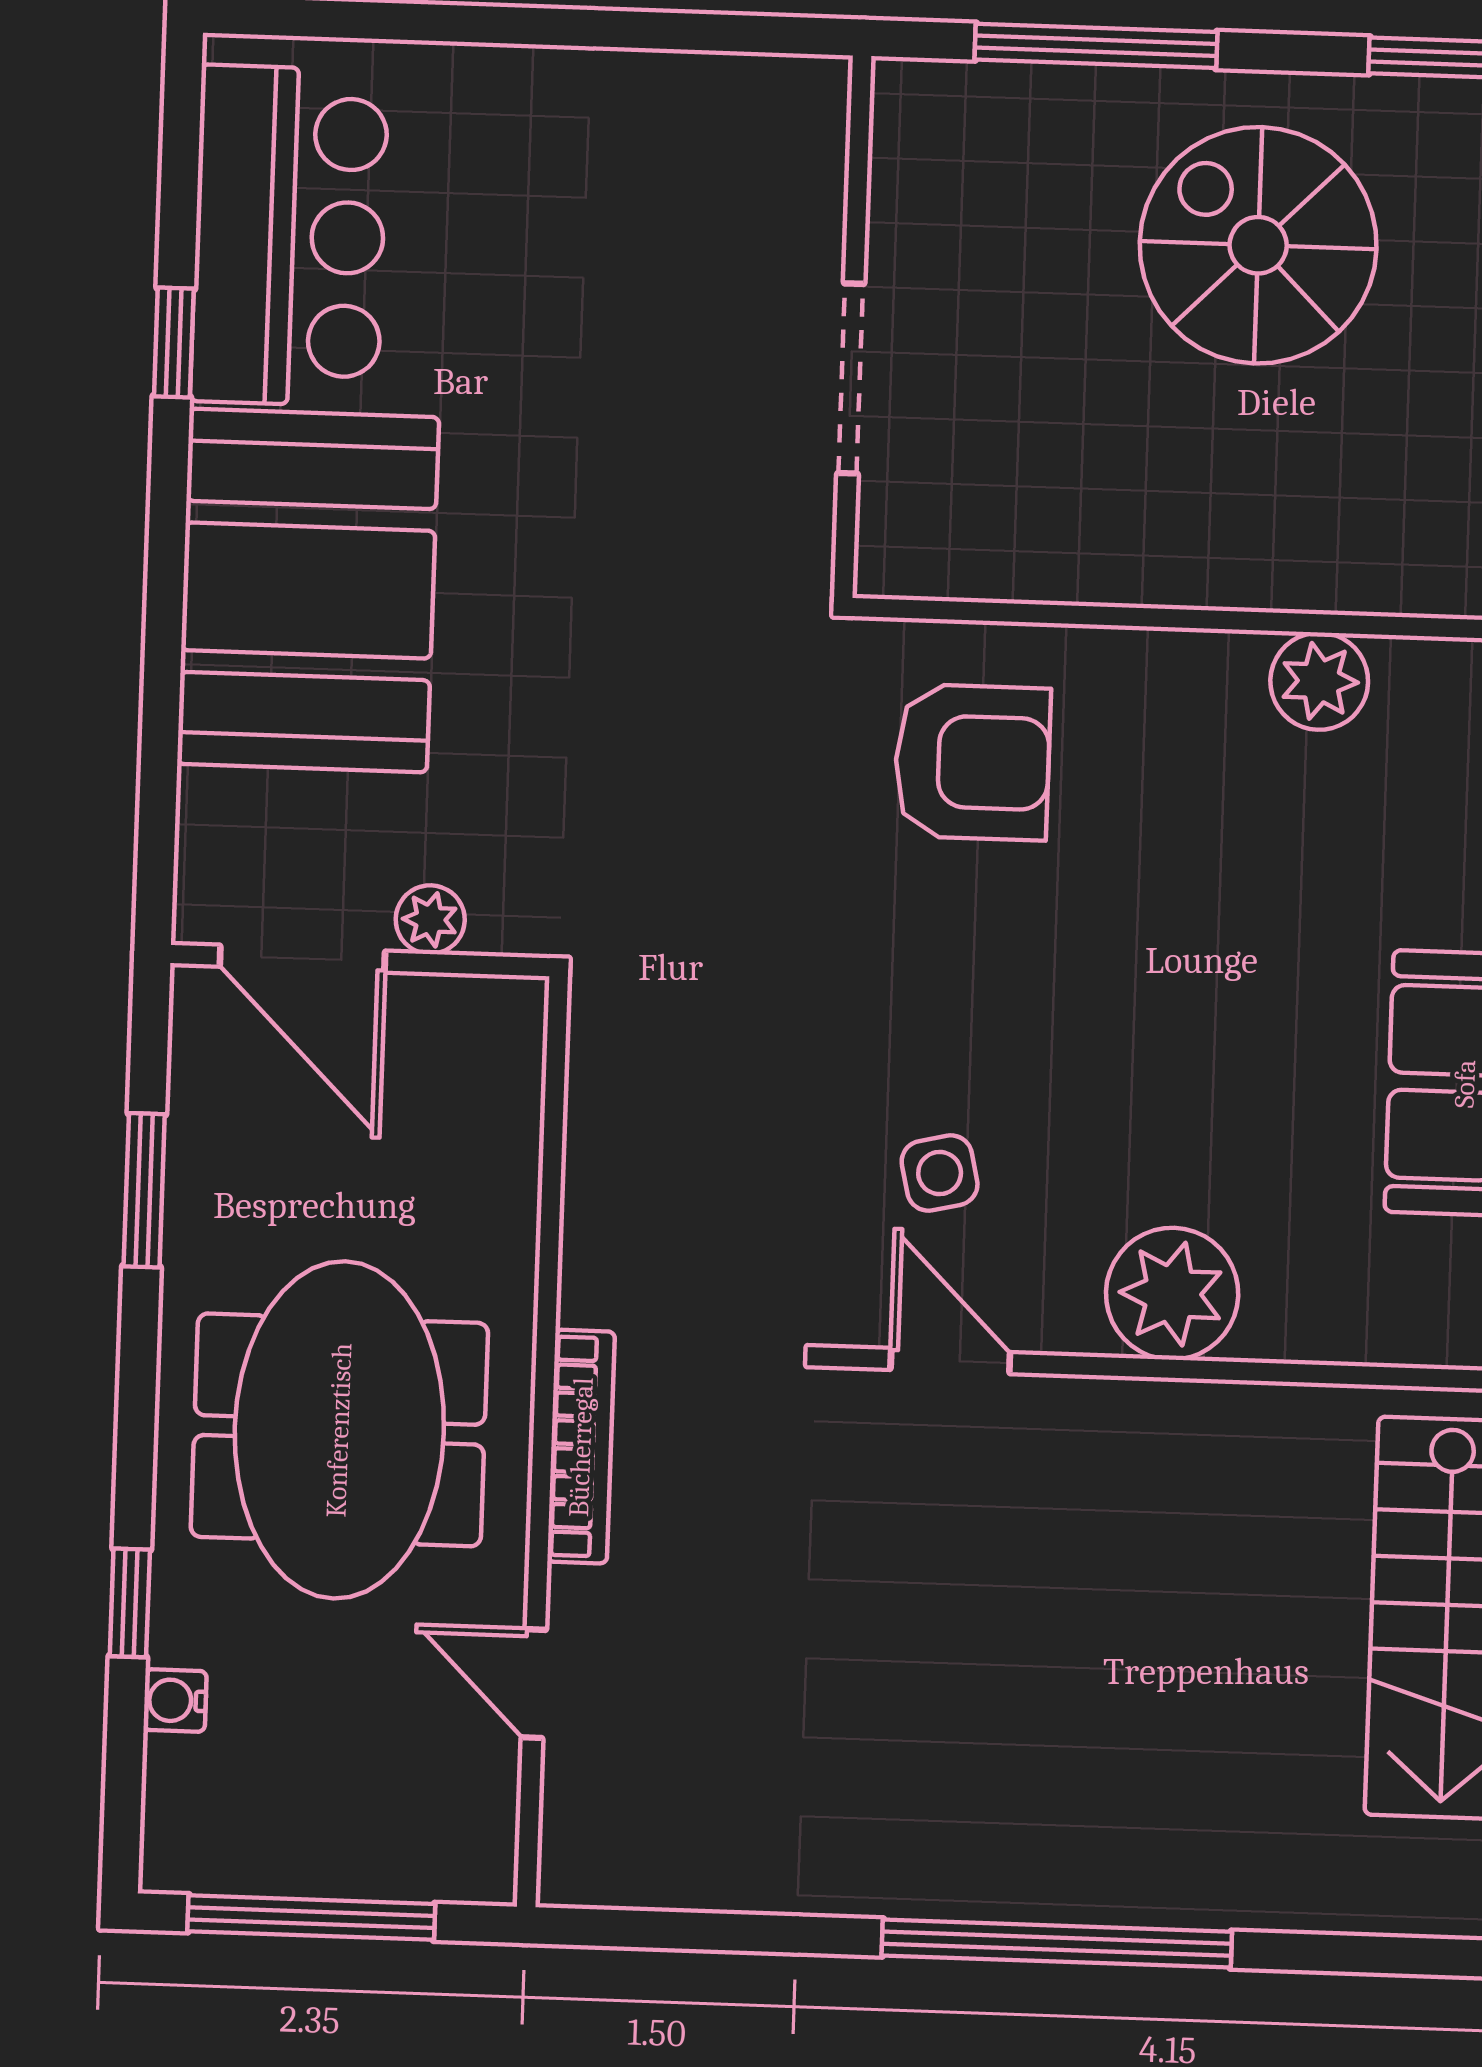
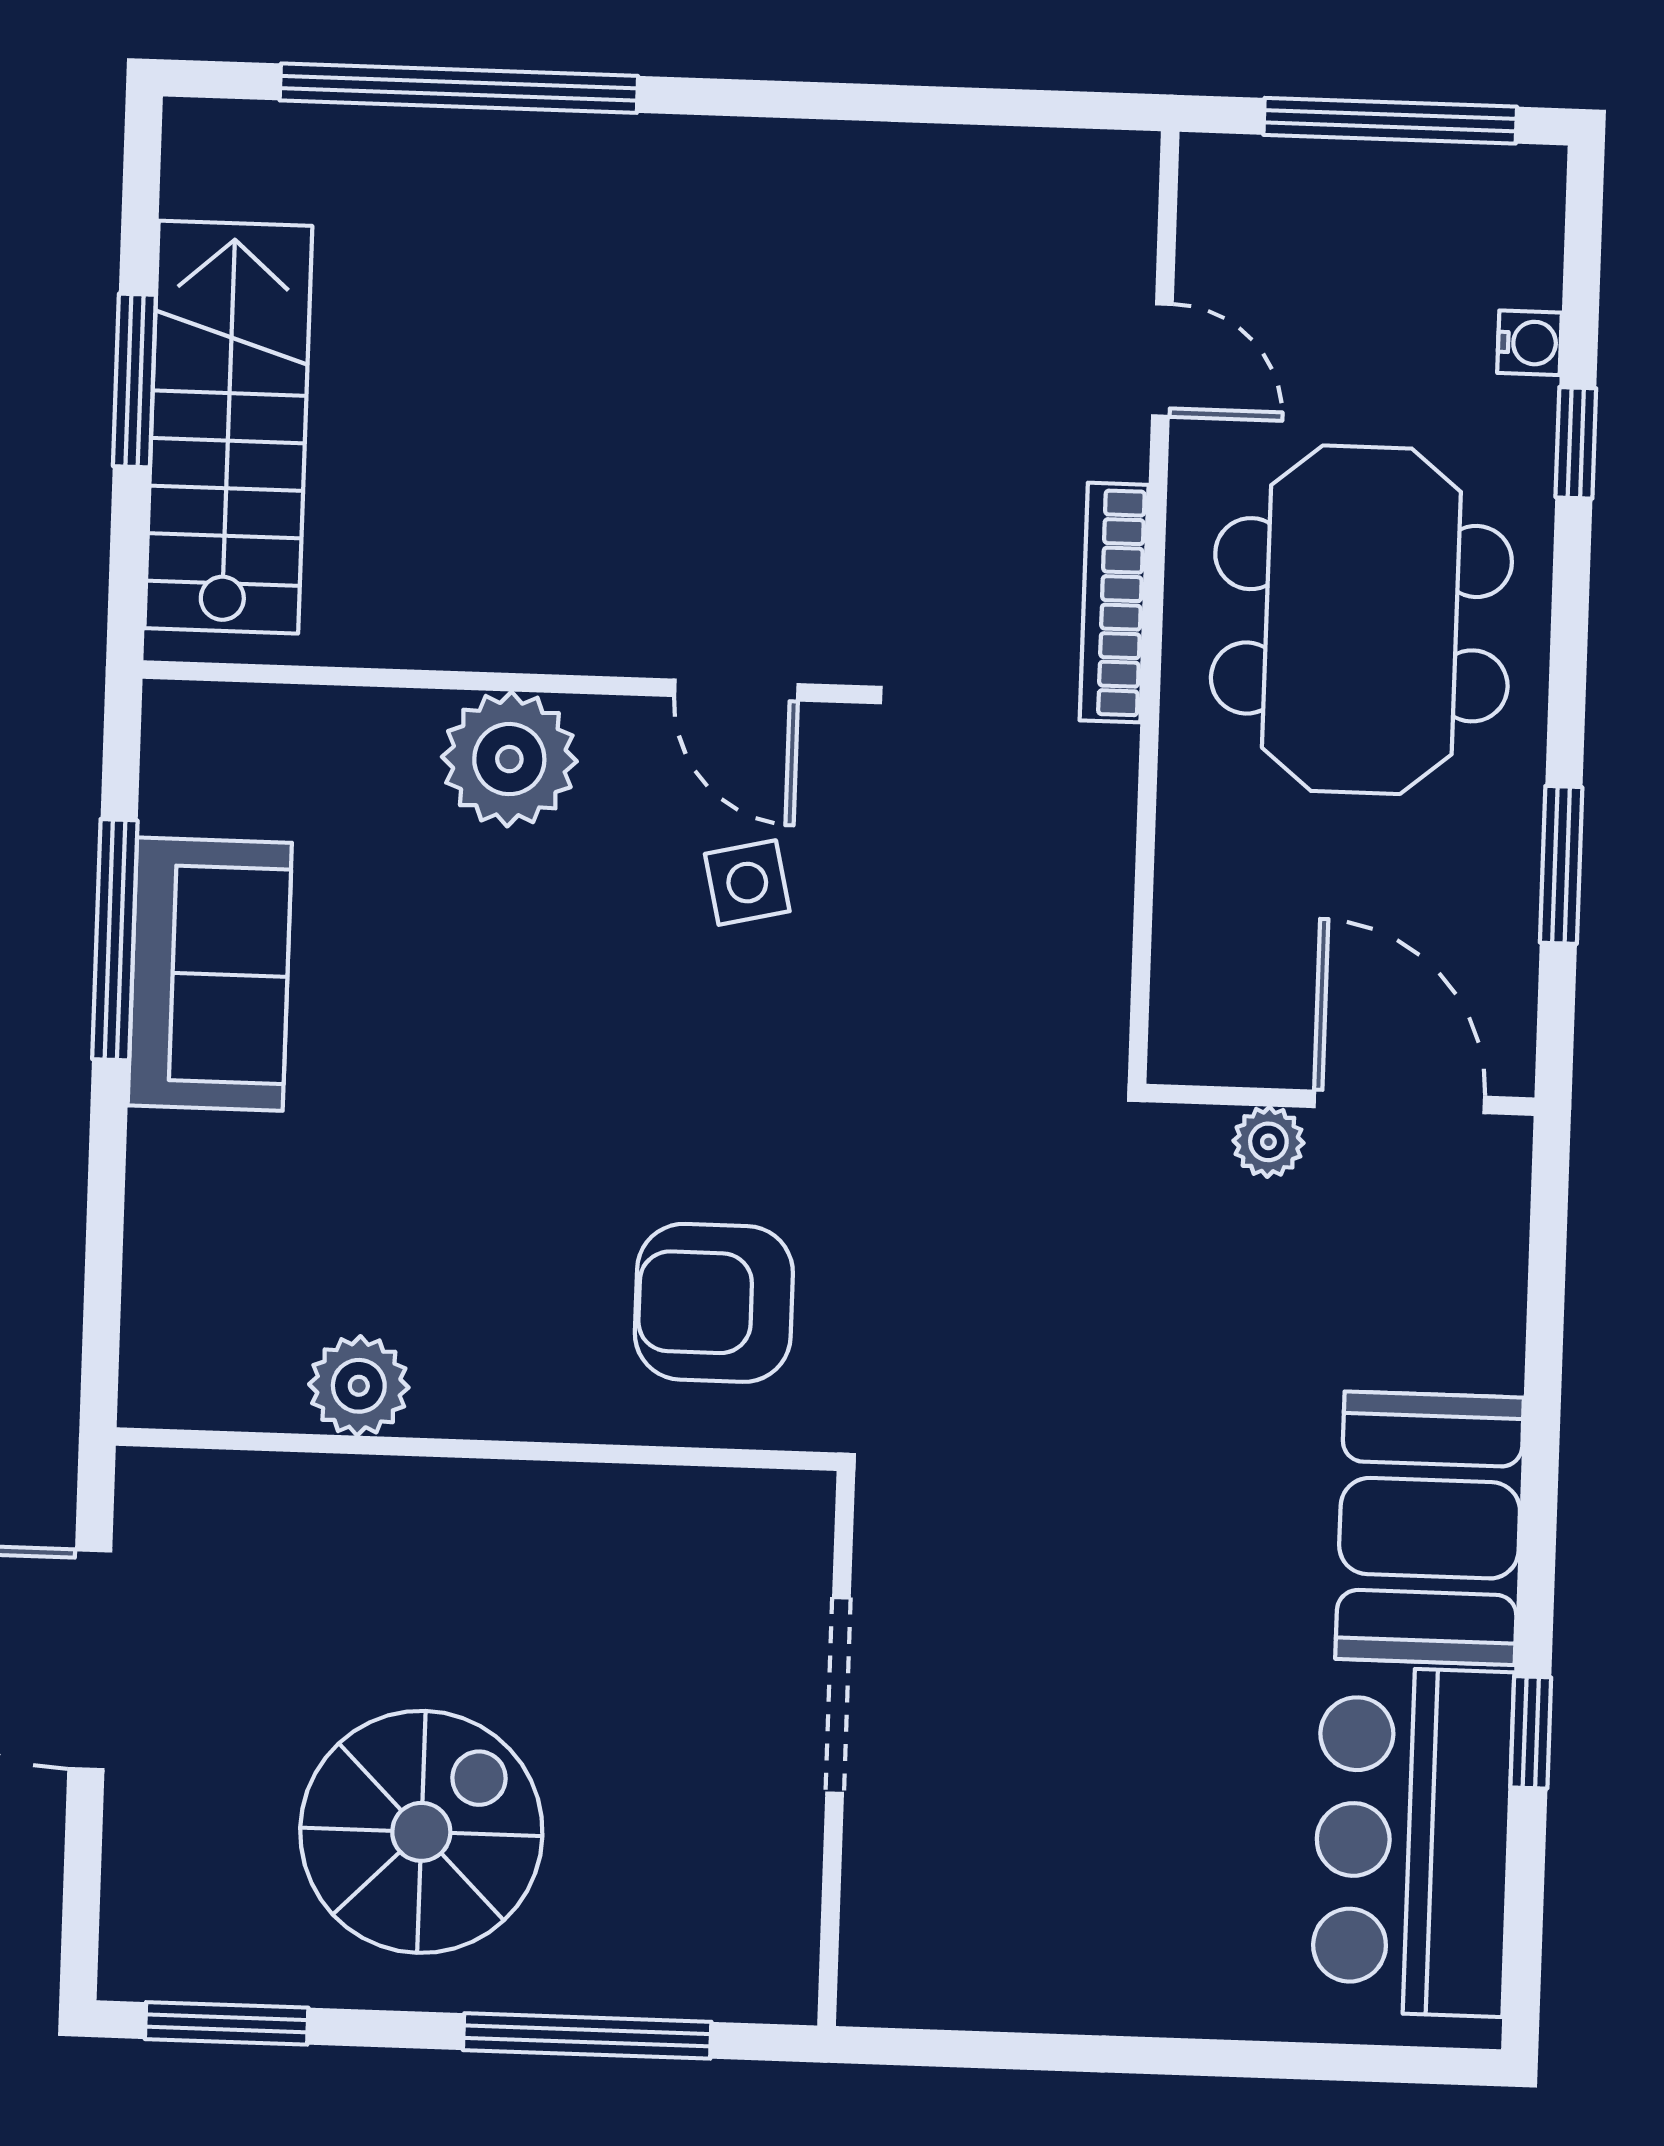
spiral stairs: (1258, 245) -> (421, 1832), turned -90
booth: (308, 591) -> (1430, 1528), width x0.73, depth x0.70
window: (1057, 1944) -> (459, 88), moved

